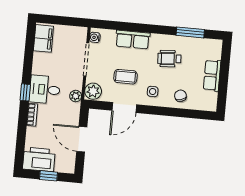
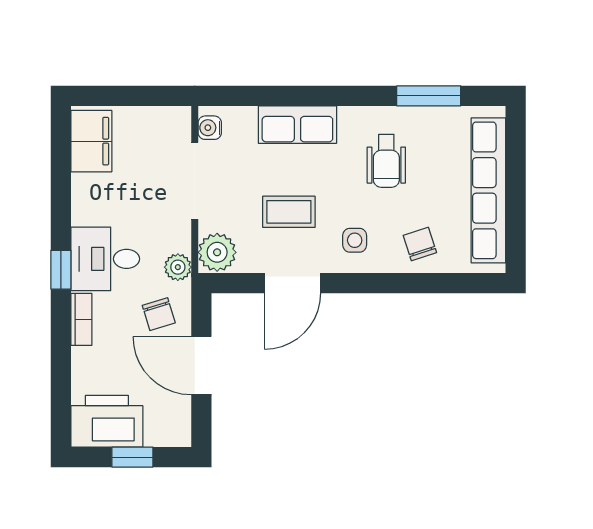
wheelchair: (169, 59) -> (386, 161), turned -86
row of seats: (212, 75) -> (488, 190), width x2.02
chair: (66, 115) -> (159, 314), added

